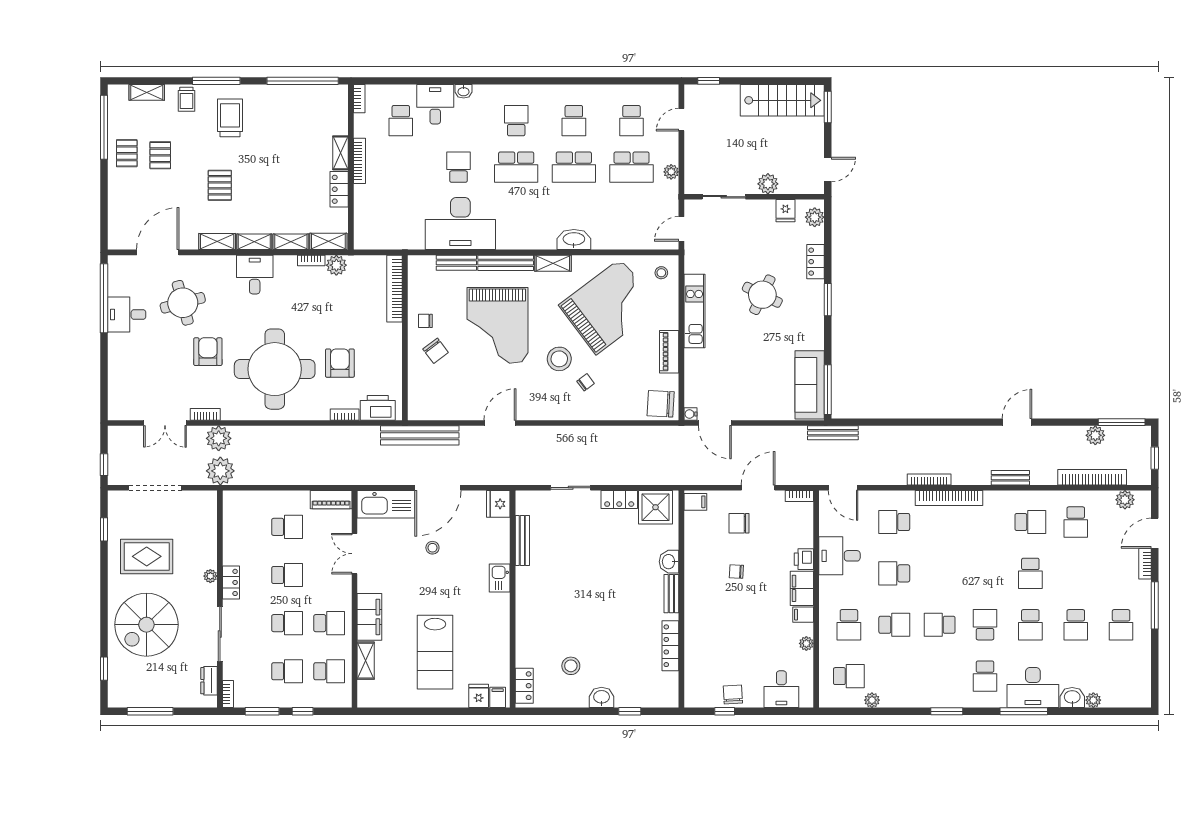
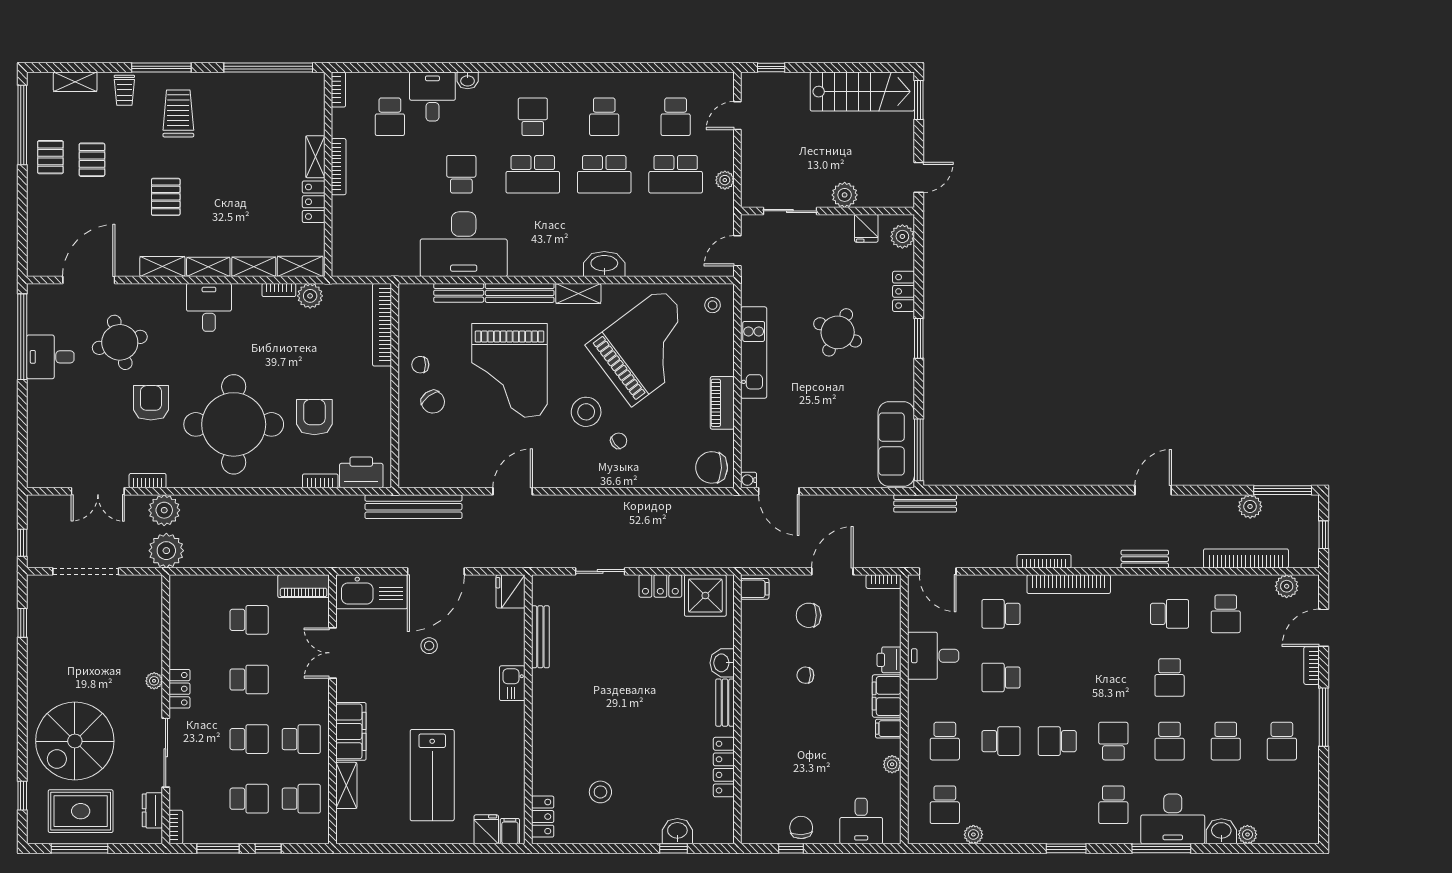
rug: (147, 556) -> (81, 811), moved
school desk: (849, 676) -> (945, 805), turned 90
washbasin: (602, 697) -> (677, 831), moved

